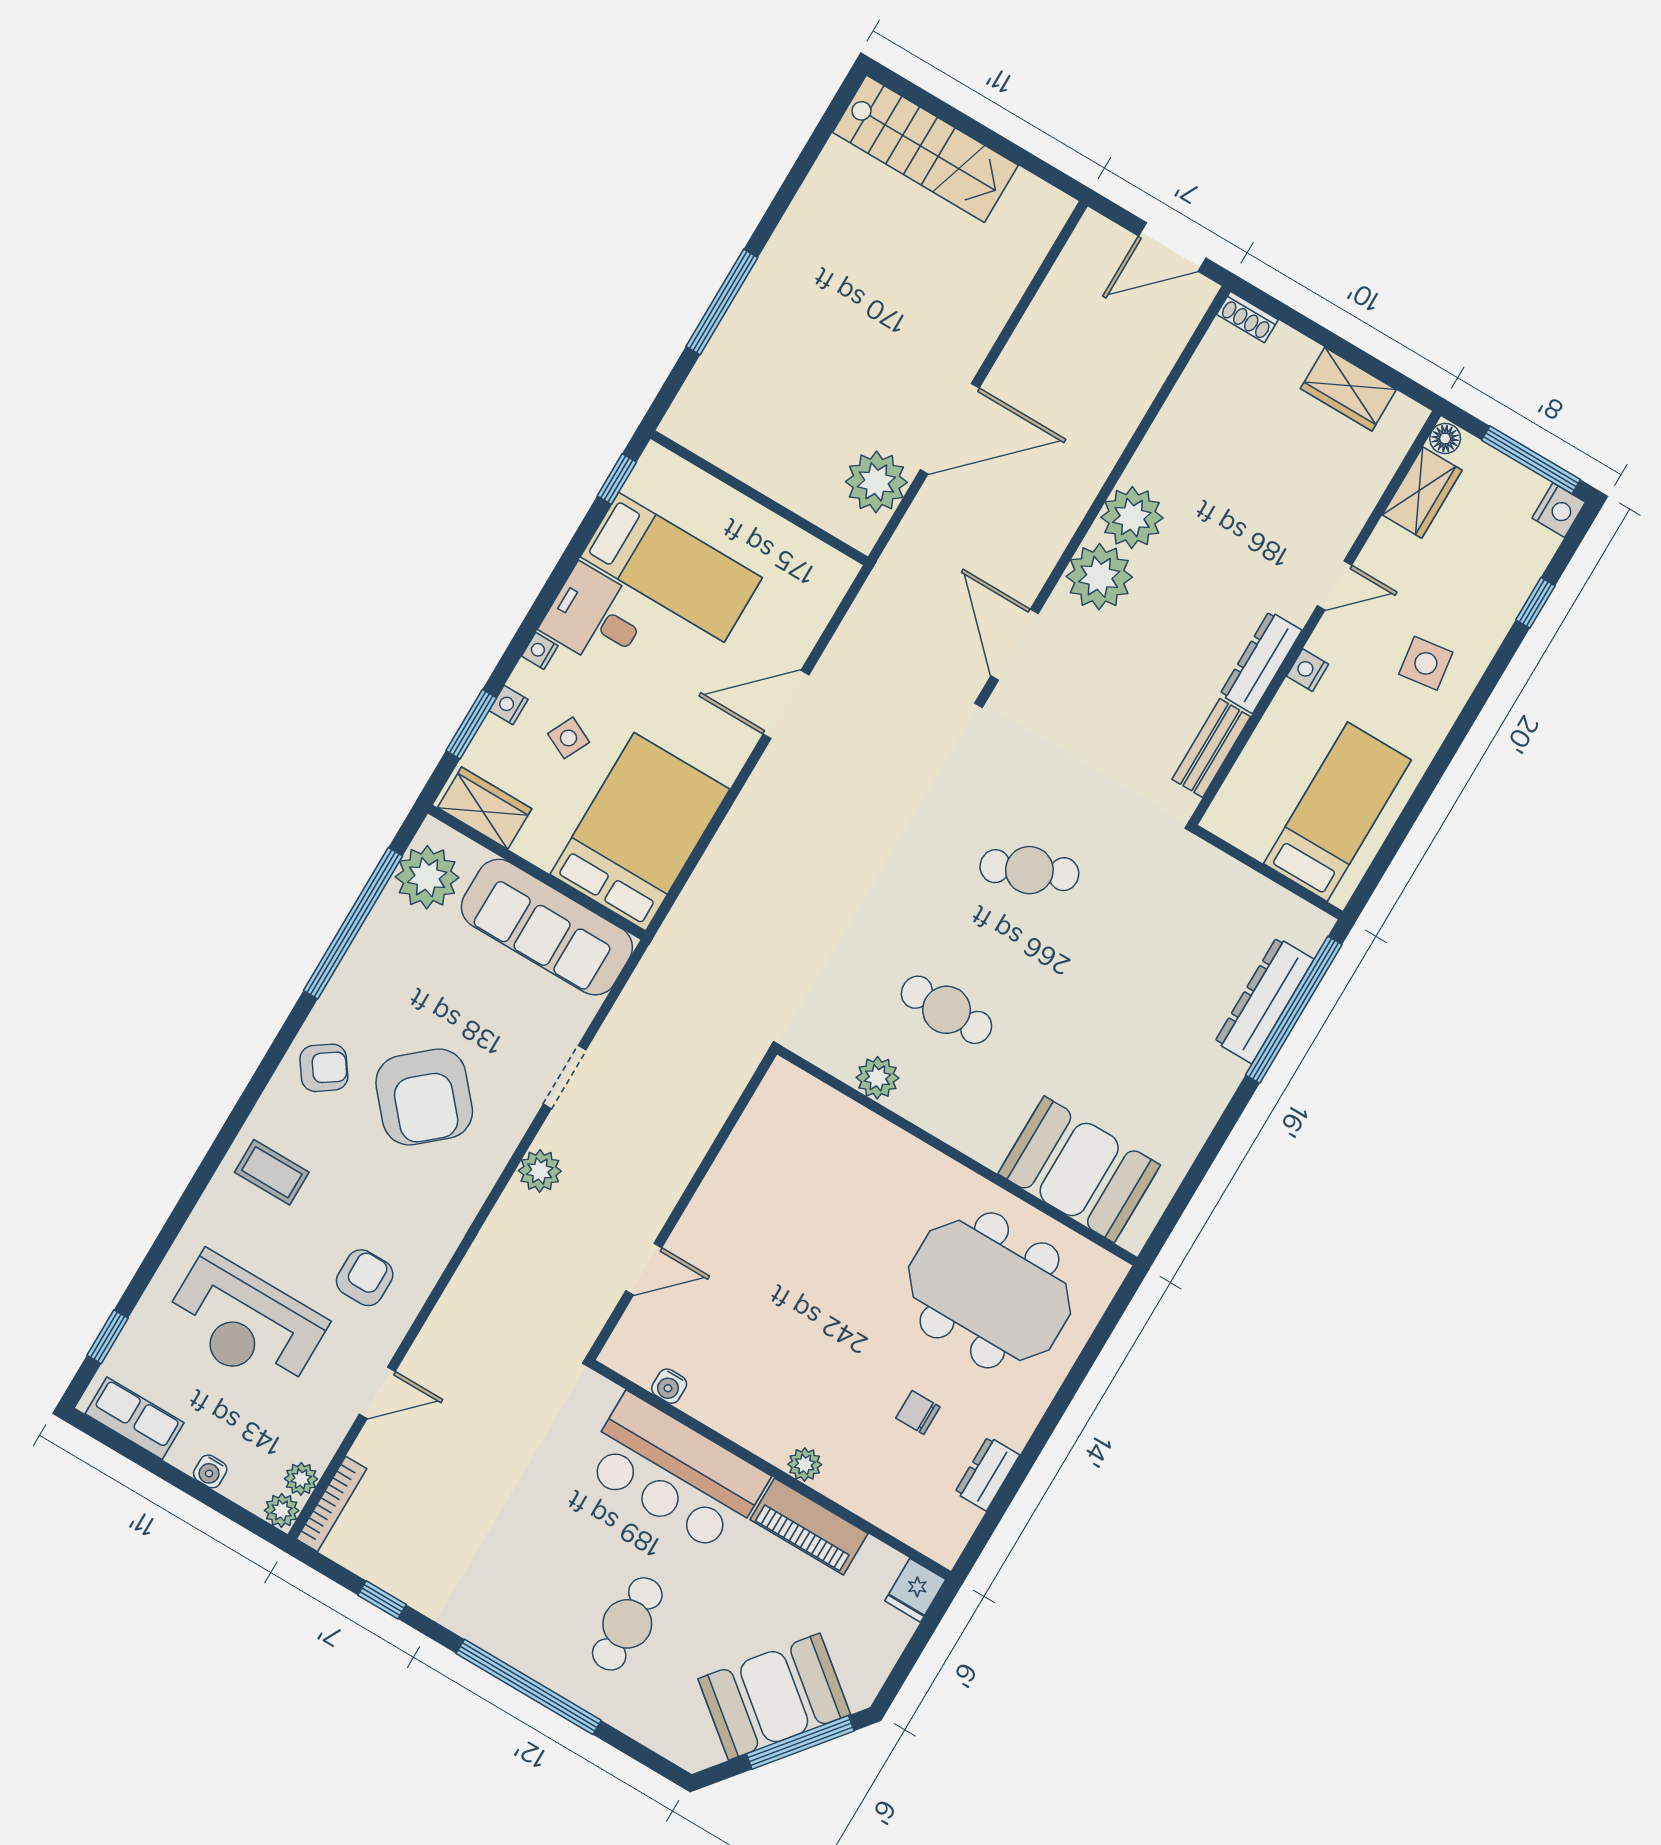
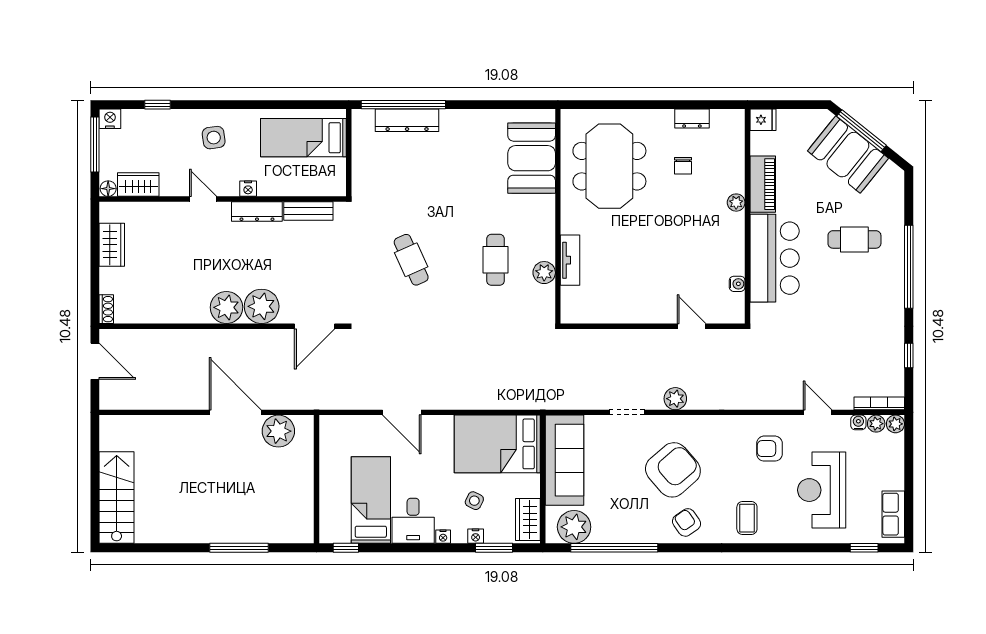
tv unit: (872, 1133) -> (570, 260), added
reception desk: (245, 1323) -> (822, 490), turned 180
water cooler: (210, 1471) -> (858, 422), moved, turned -90

